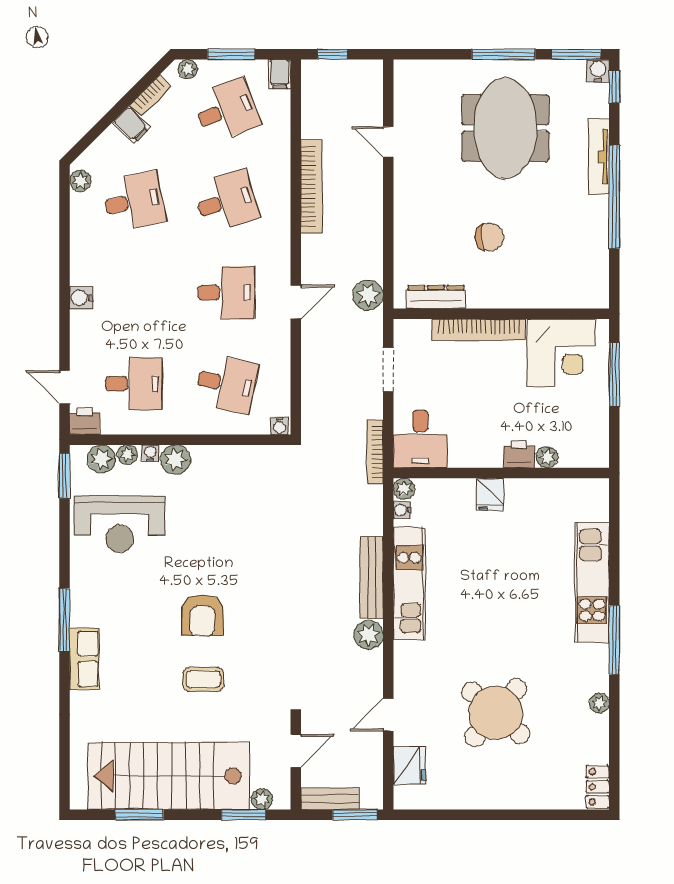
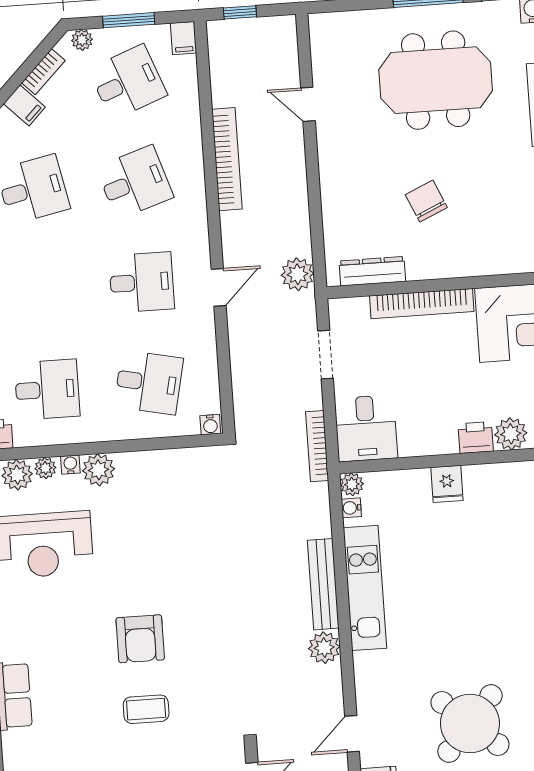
meeting table: (505, 128) -> (436, 80), turned 90
chair: (489, 237) -> (426, 201), turned -110
plant: (547, 457) -> (511, 434), width x1.38, depth x1.38

